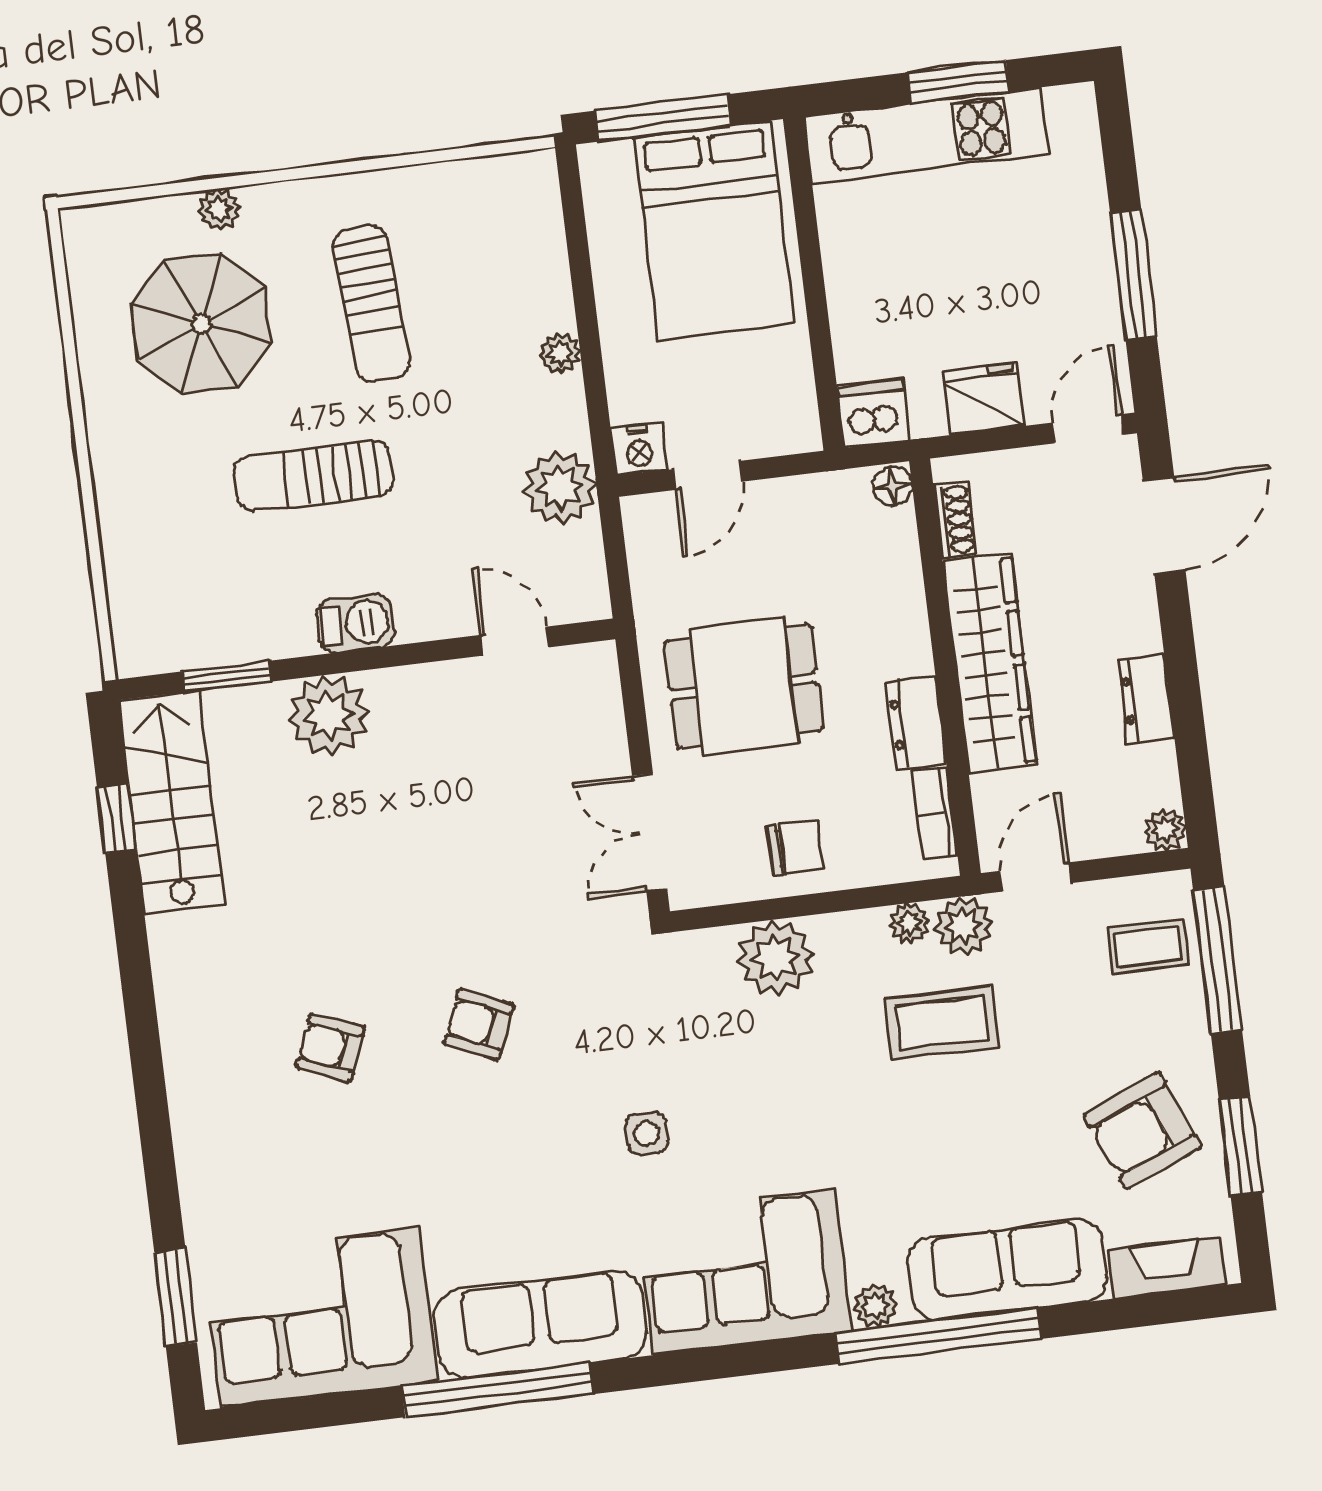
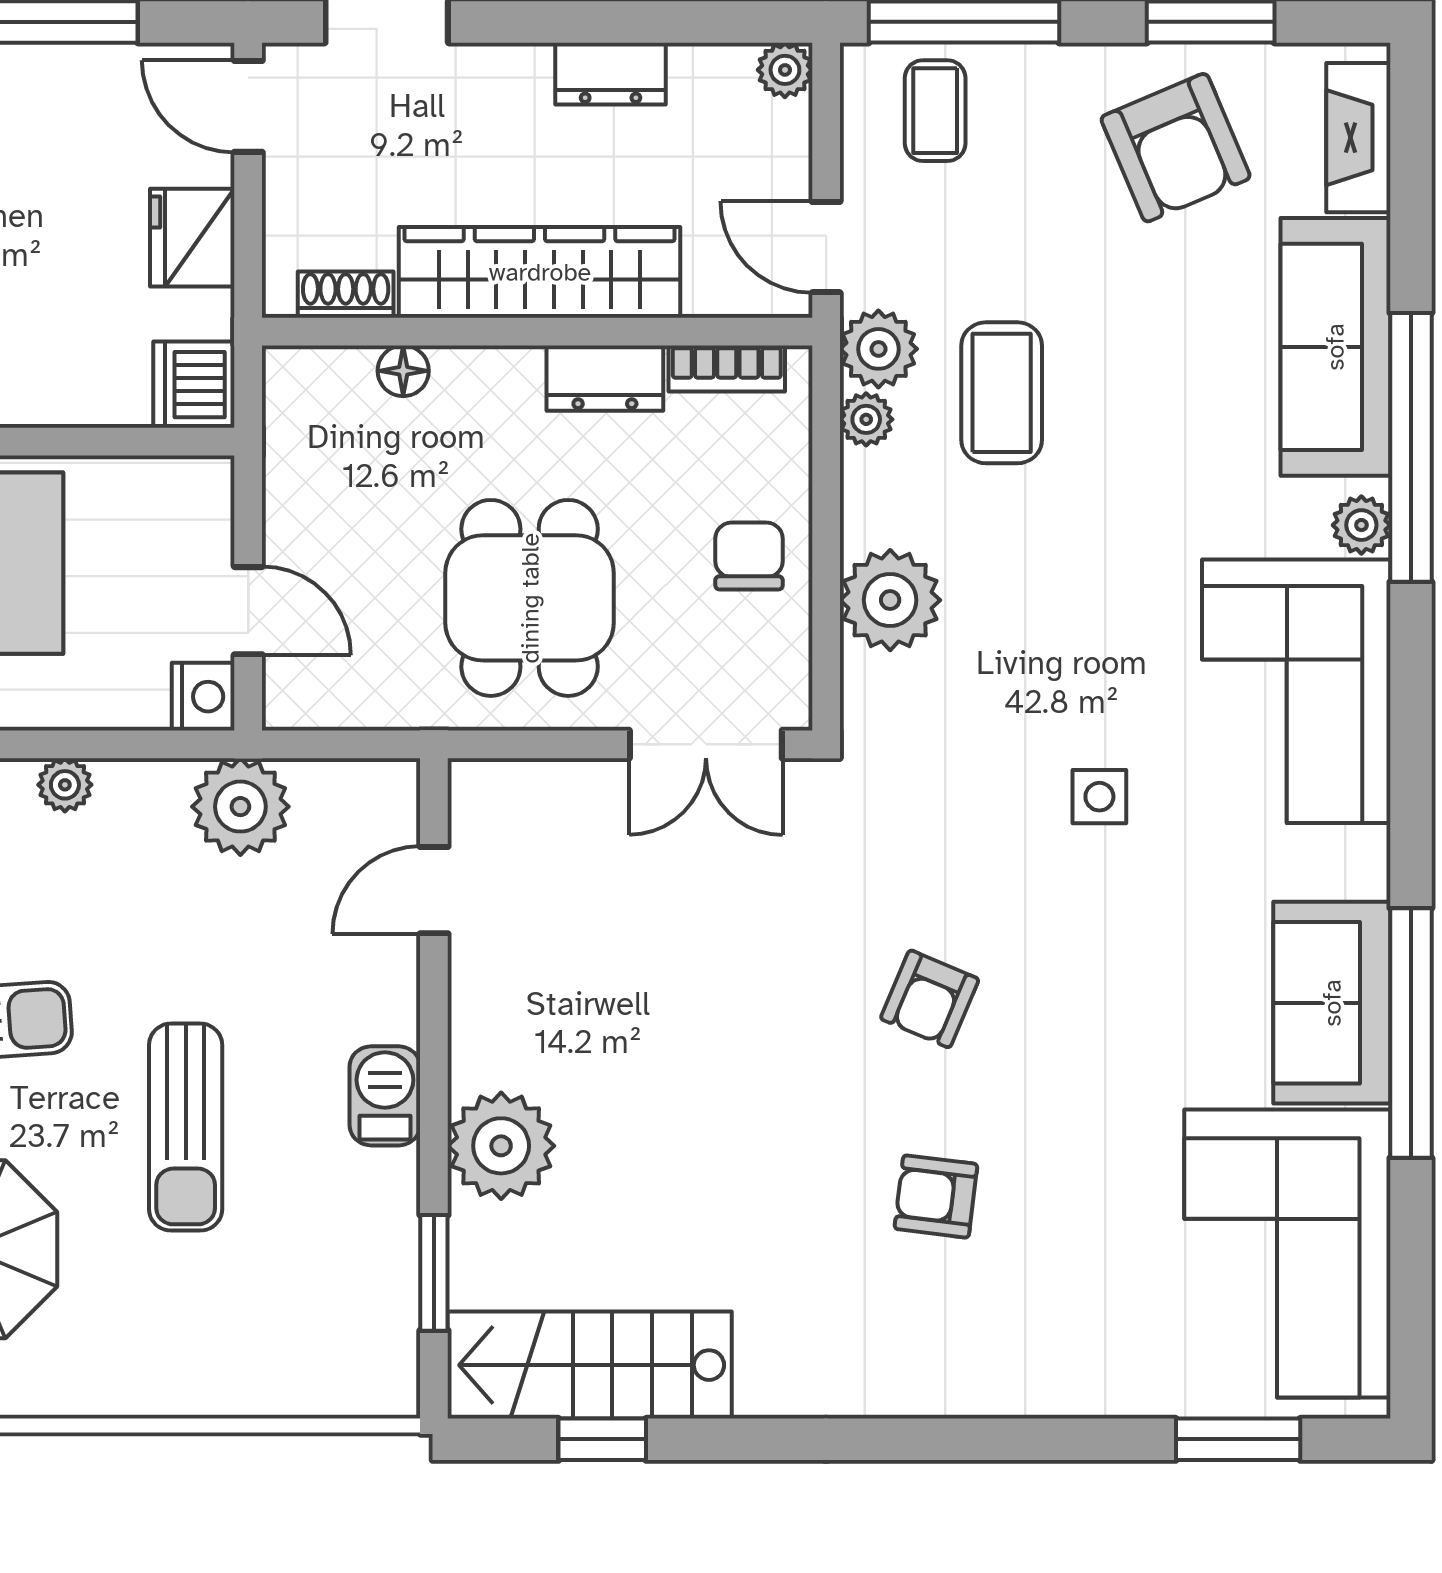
floor lamp: (893, 486) -> (403, 371), moved
armchair: (330, 1047) -> (936, 1196), turned 76
sofa: (541, 1324) -> (1332, 1003), width x0.73

